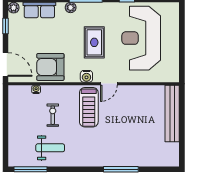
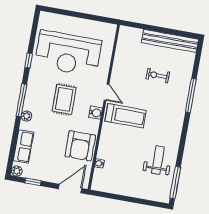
rug: (94, 42) -> (64, 99), turned 90
bench: (172, 113) -> (170, 41), moved
exercise bike: (53, 115) -> (158, 76), moved

